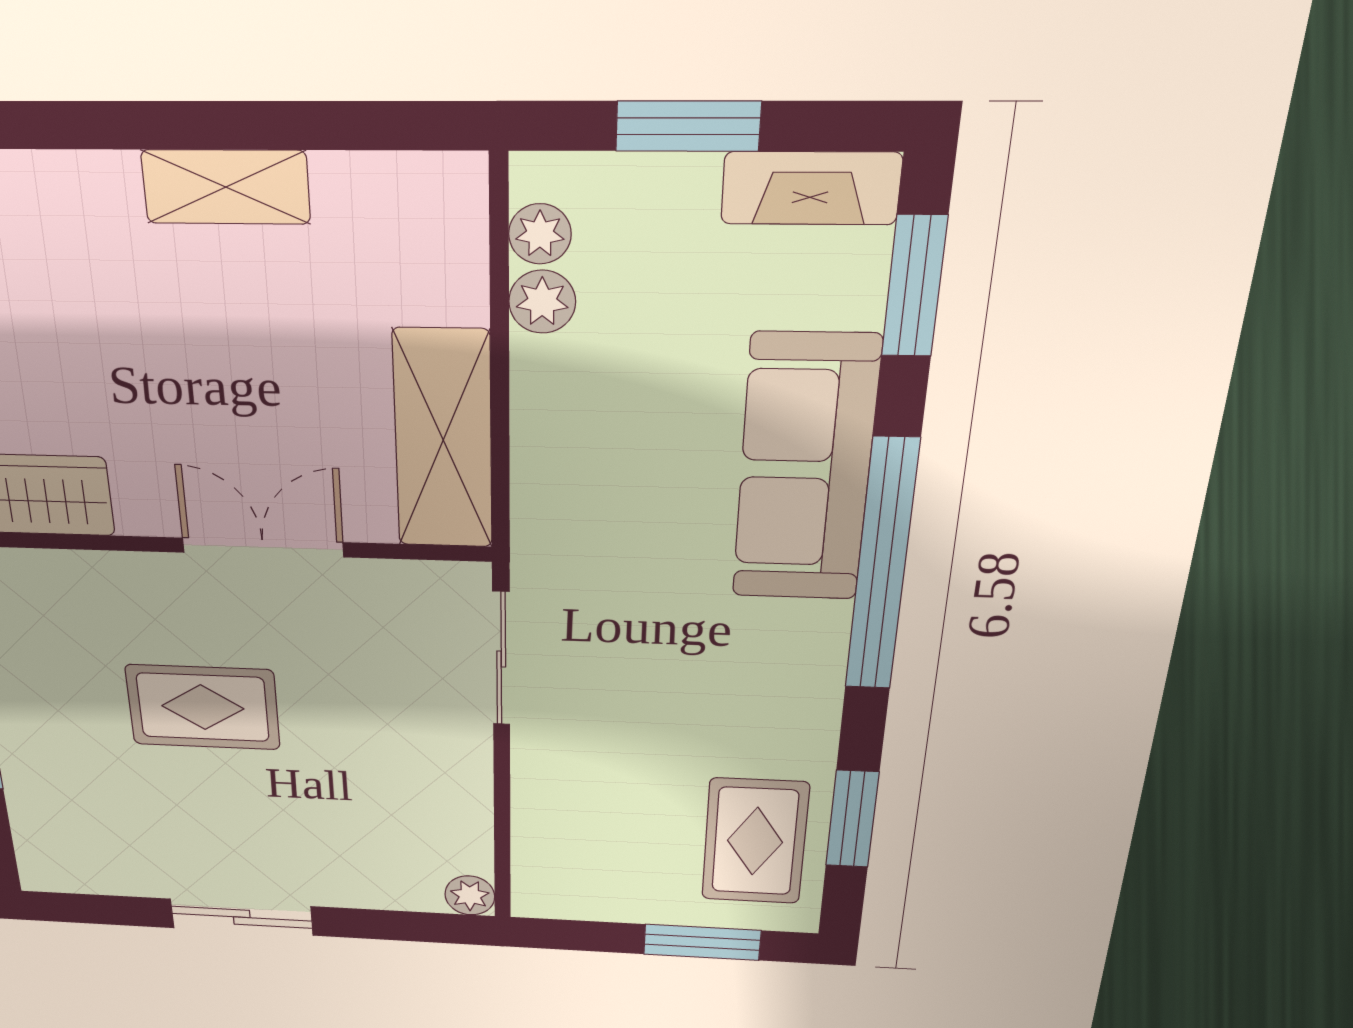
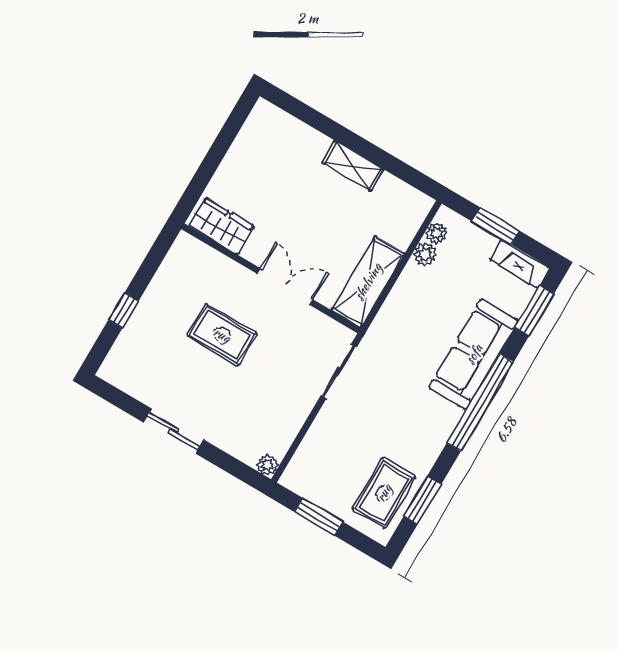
window: (702, 942) -> (319, 517), moved

